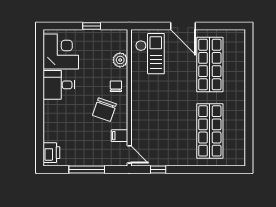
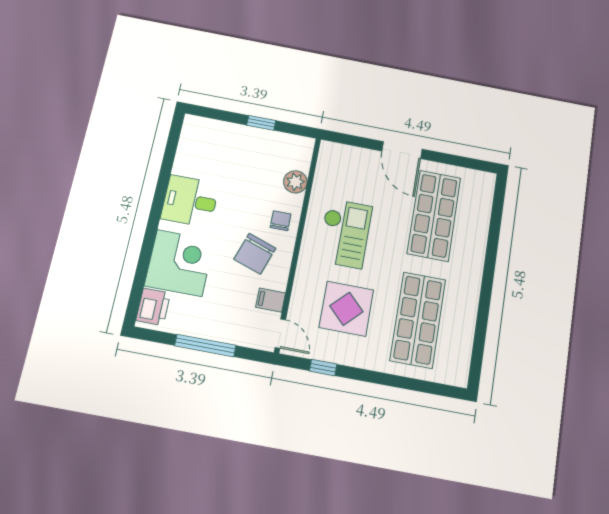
corner desk: (61, 52) -> (179, 263), moved
checkout: (150, 54) -> (345, 233), moved
display table: (166, 132) -> (346, 309), added

